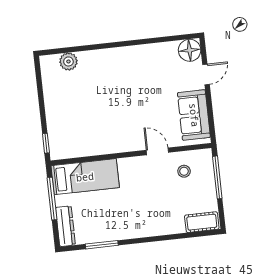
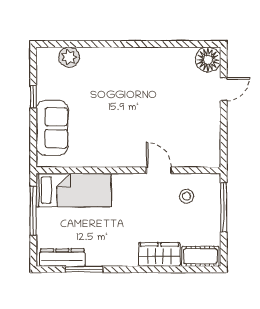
sofa: (194, 115) -> (52, 128), moved, turned 180
window: (46, 143) -> (33, 97), moved
wardrobe: (166, 224) -> (159, 254), added
dresser: (65, 226) -> (62, 258), moved, turned -90

